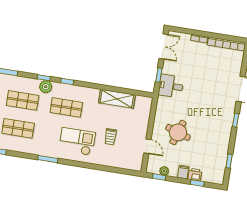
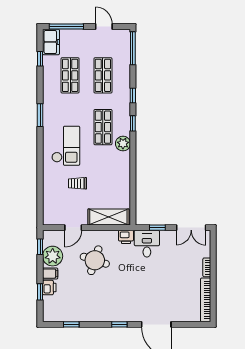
plant: (46, 87) -> (123, 144), moved
shelving: (117, 99) -> (108, 217), moved, turned 90
printer: (162, 103) -> (126, 237), added
plant: (164, 171) -> (53, 256), width x1.88, depth x1.88

